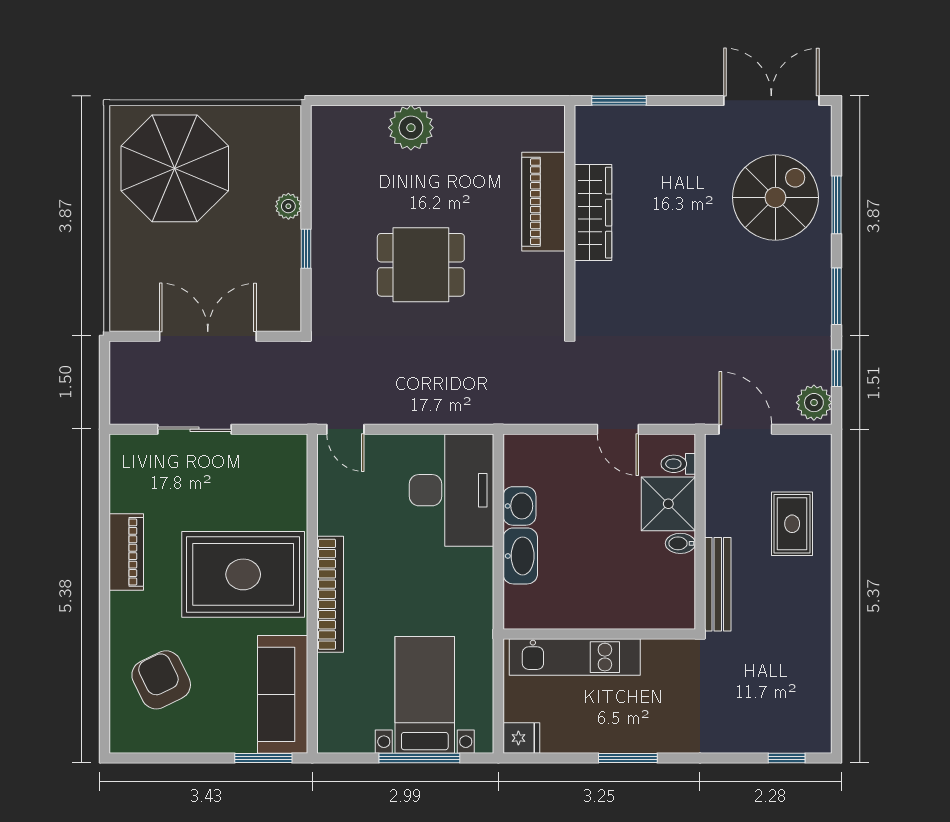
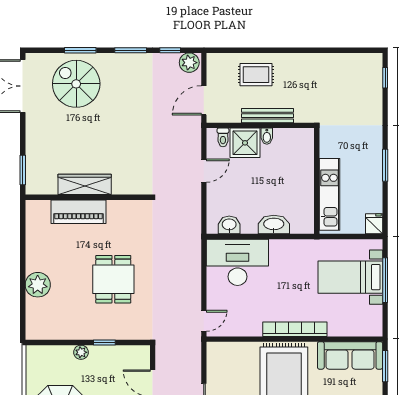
washbasin: (519, 506) -> (229, 225), moved
bench: (718, 584) -> (267, 116), moved

